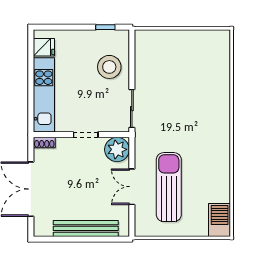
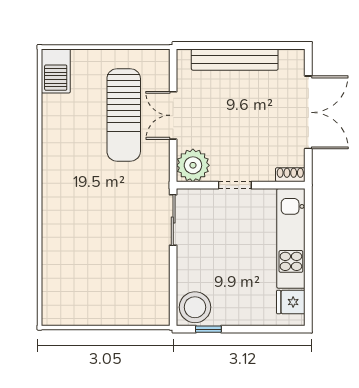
stool: (109, 67) -> (195, 307), moved
double door: (132, 187) -> (173, 115), swing flipped

